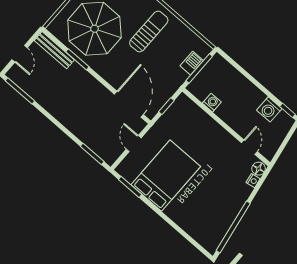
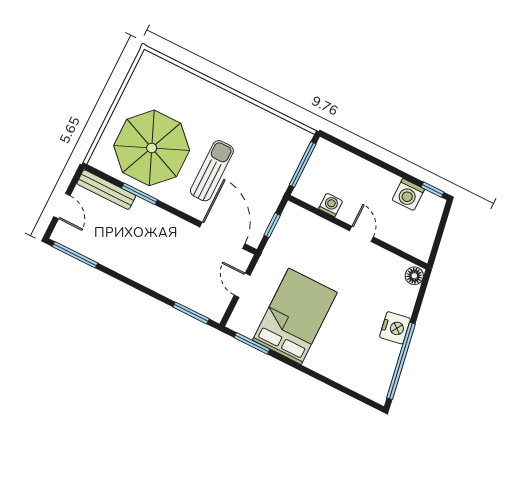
sun lounger: (149, 32) -> (212, 171), moved
barbecue: (192, 63) -> (291, 160), removed
door: (249, 147) -> (361, 234), moved
nightstand: (253, 181) -> (395, 328), moved, width x1.89, depth x1.79

